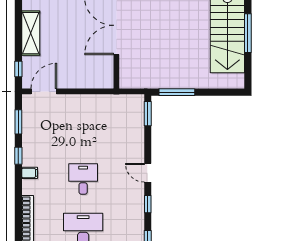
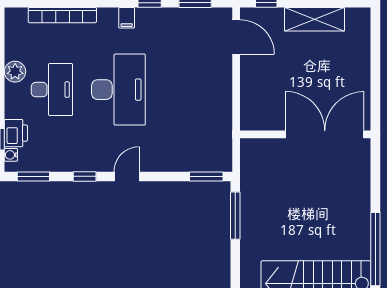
desk: (83, 179) -> (118, 90), width x1.87, depth x1.30

